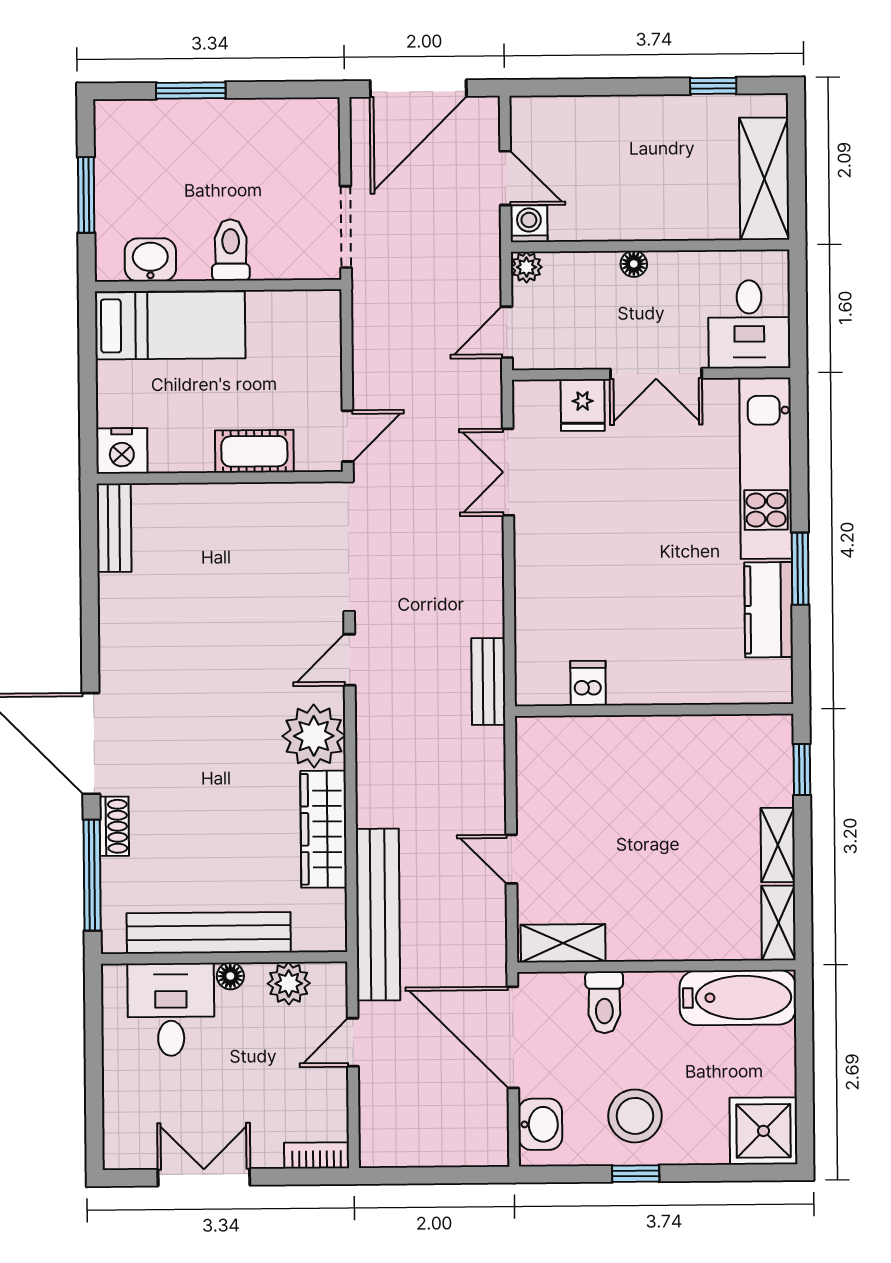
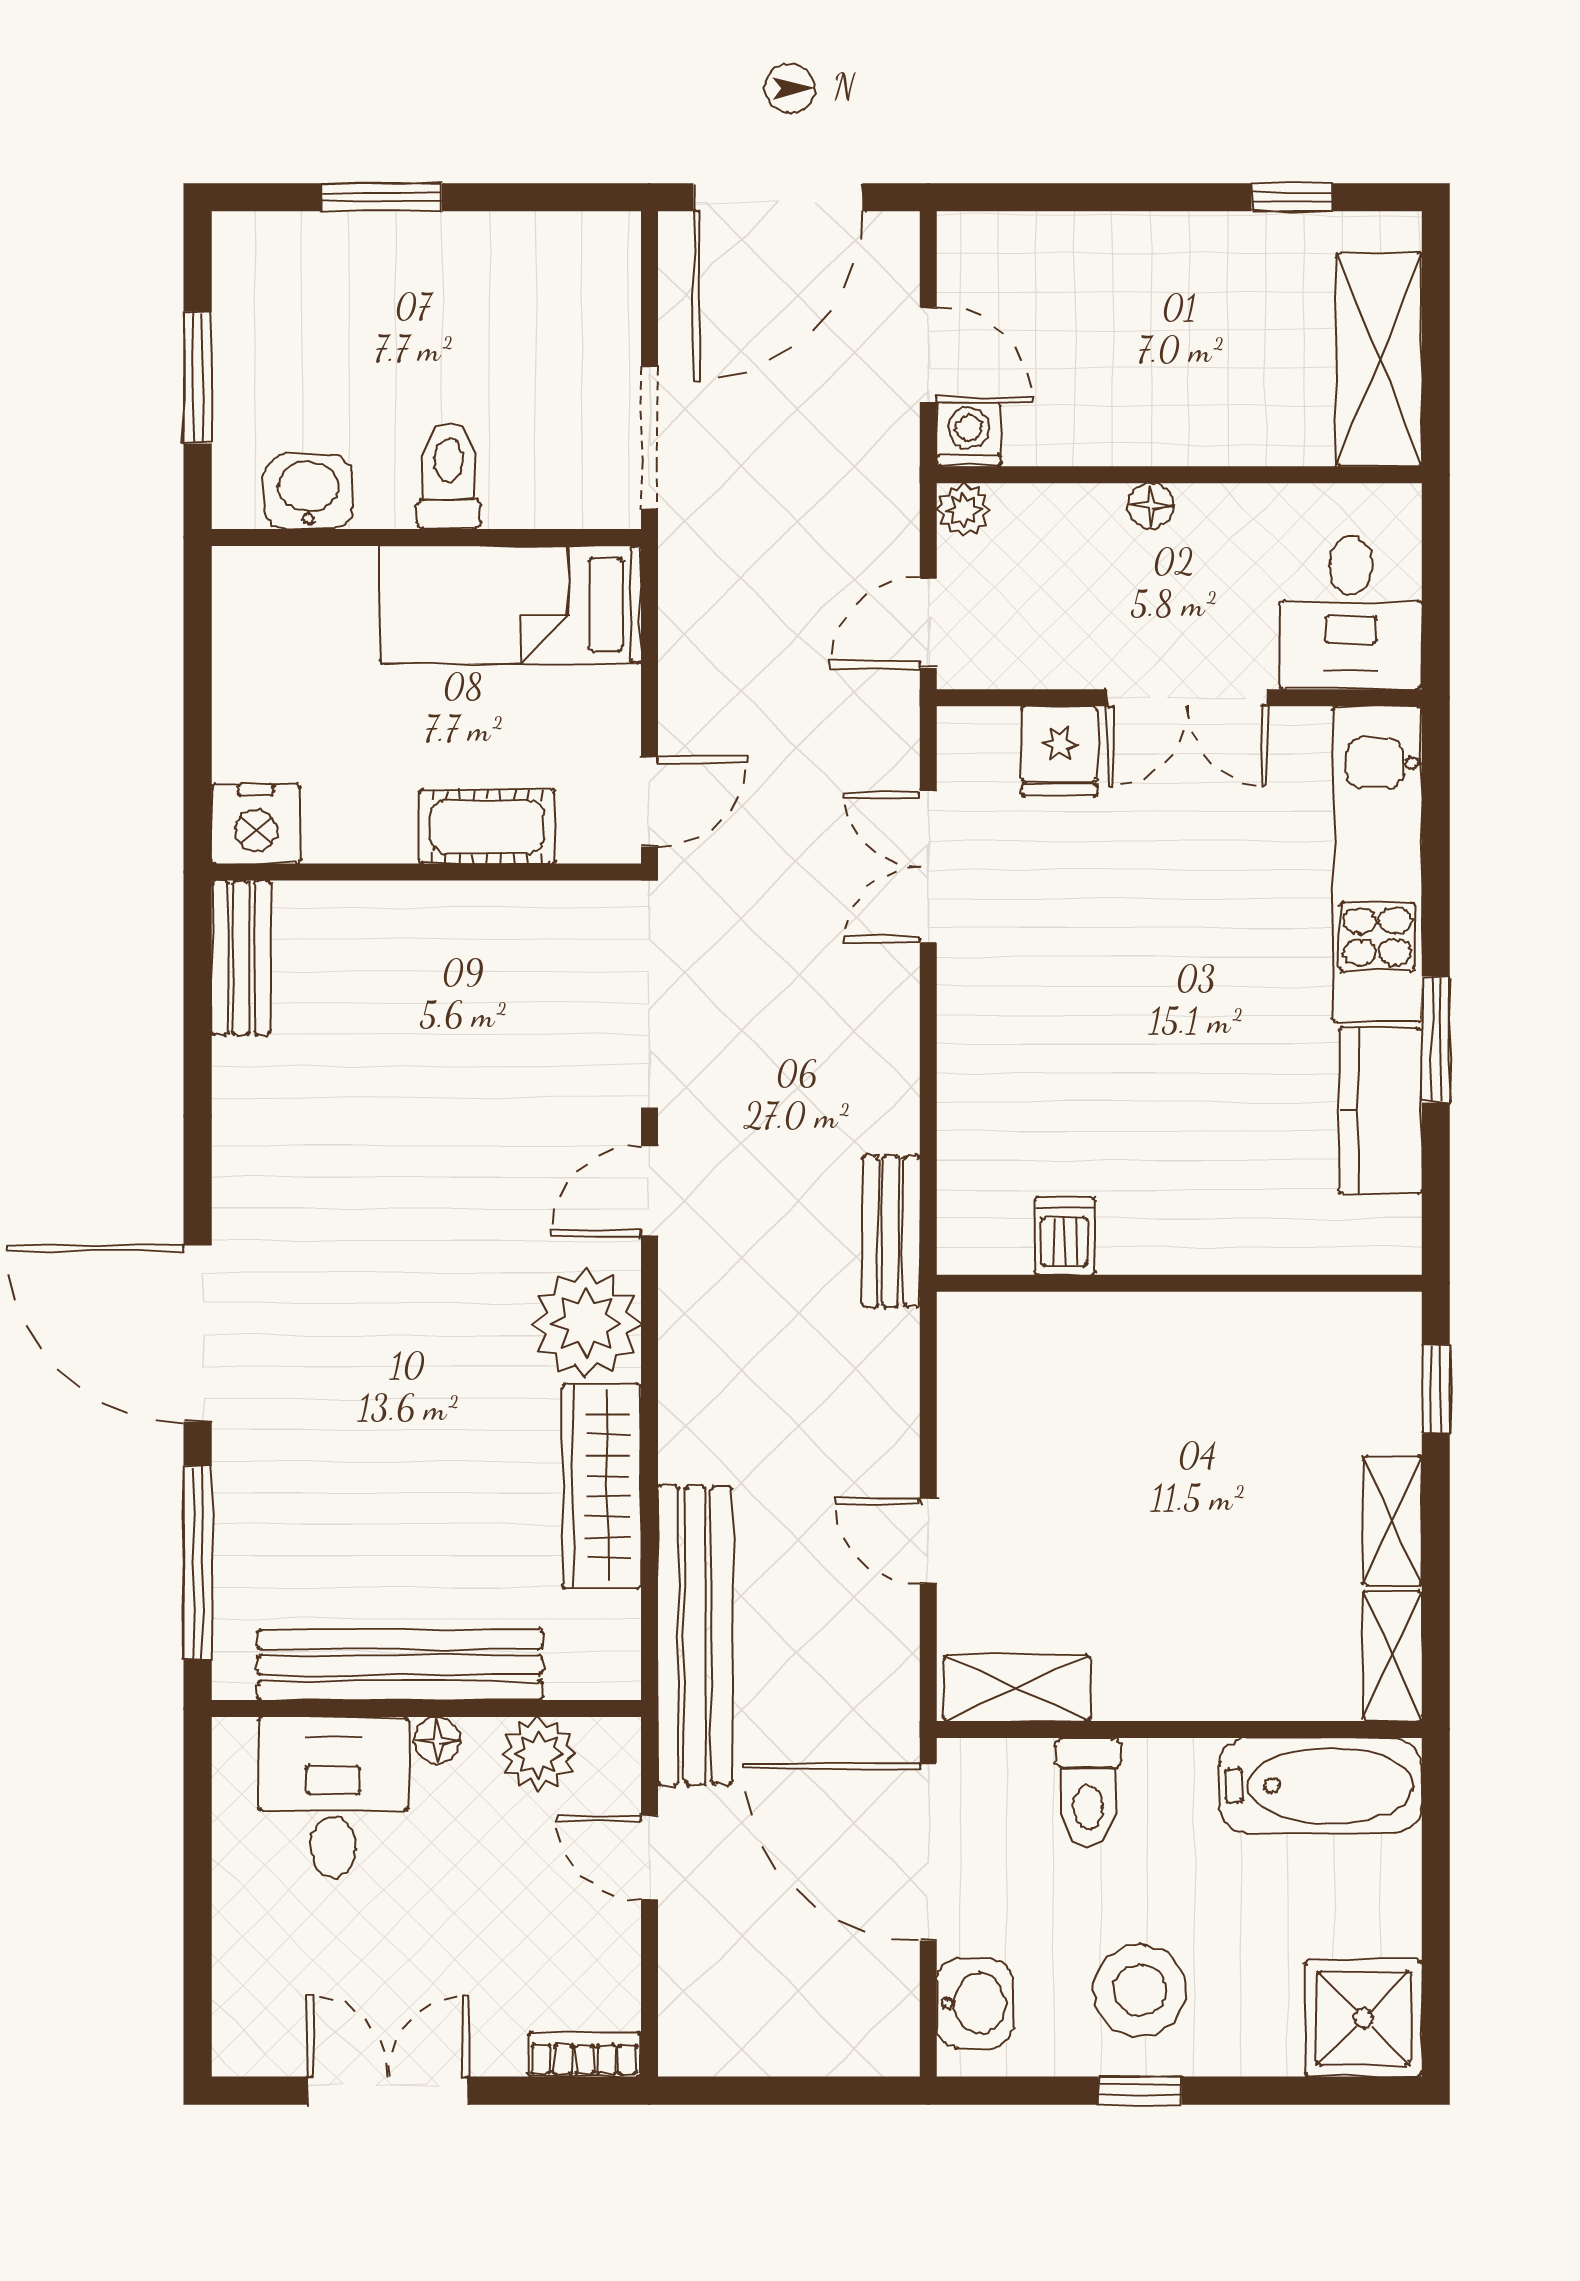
bed: (170, 325) -> (511, 604), moved, turned 180
shoe rack: (114, 826) -> (237, 1478), removed
door: (353, 1042) -> (649, 1858), hinge flipped

